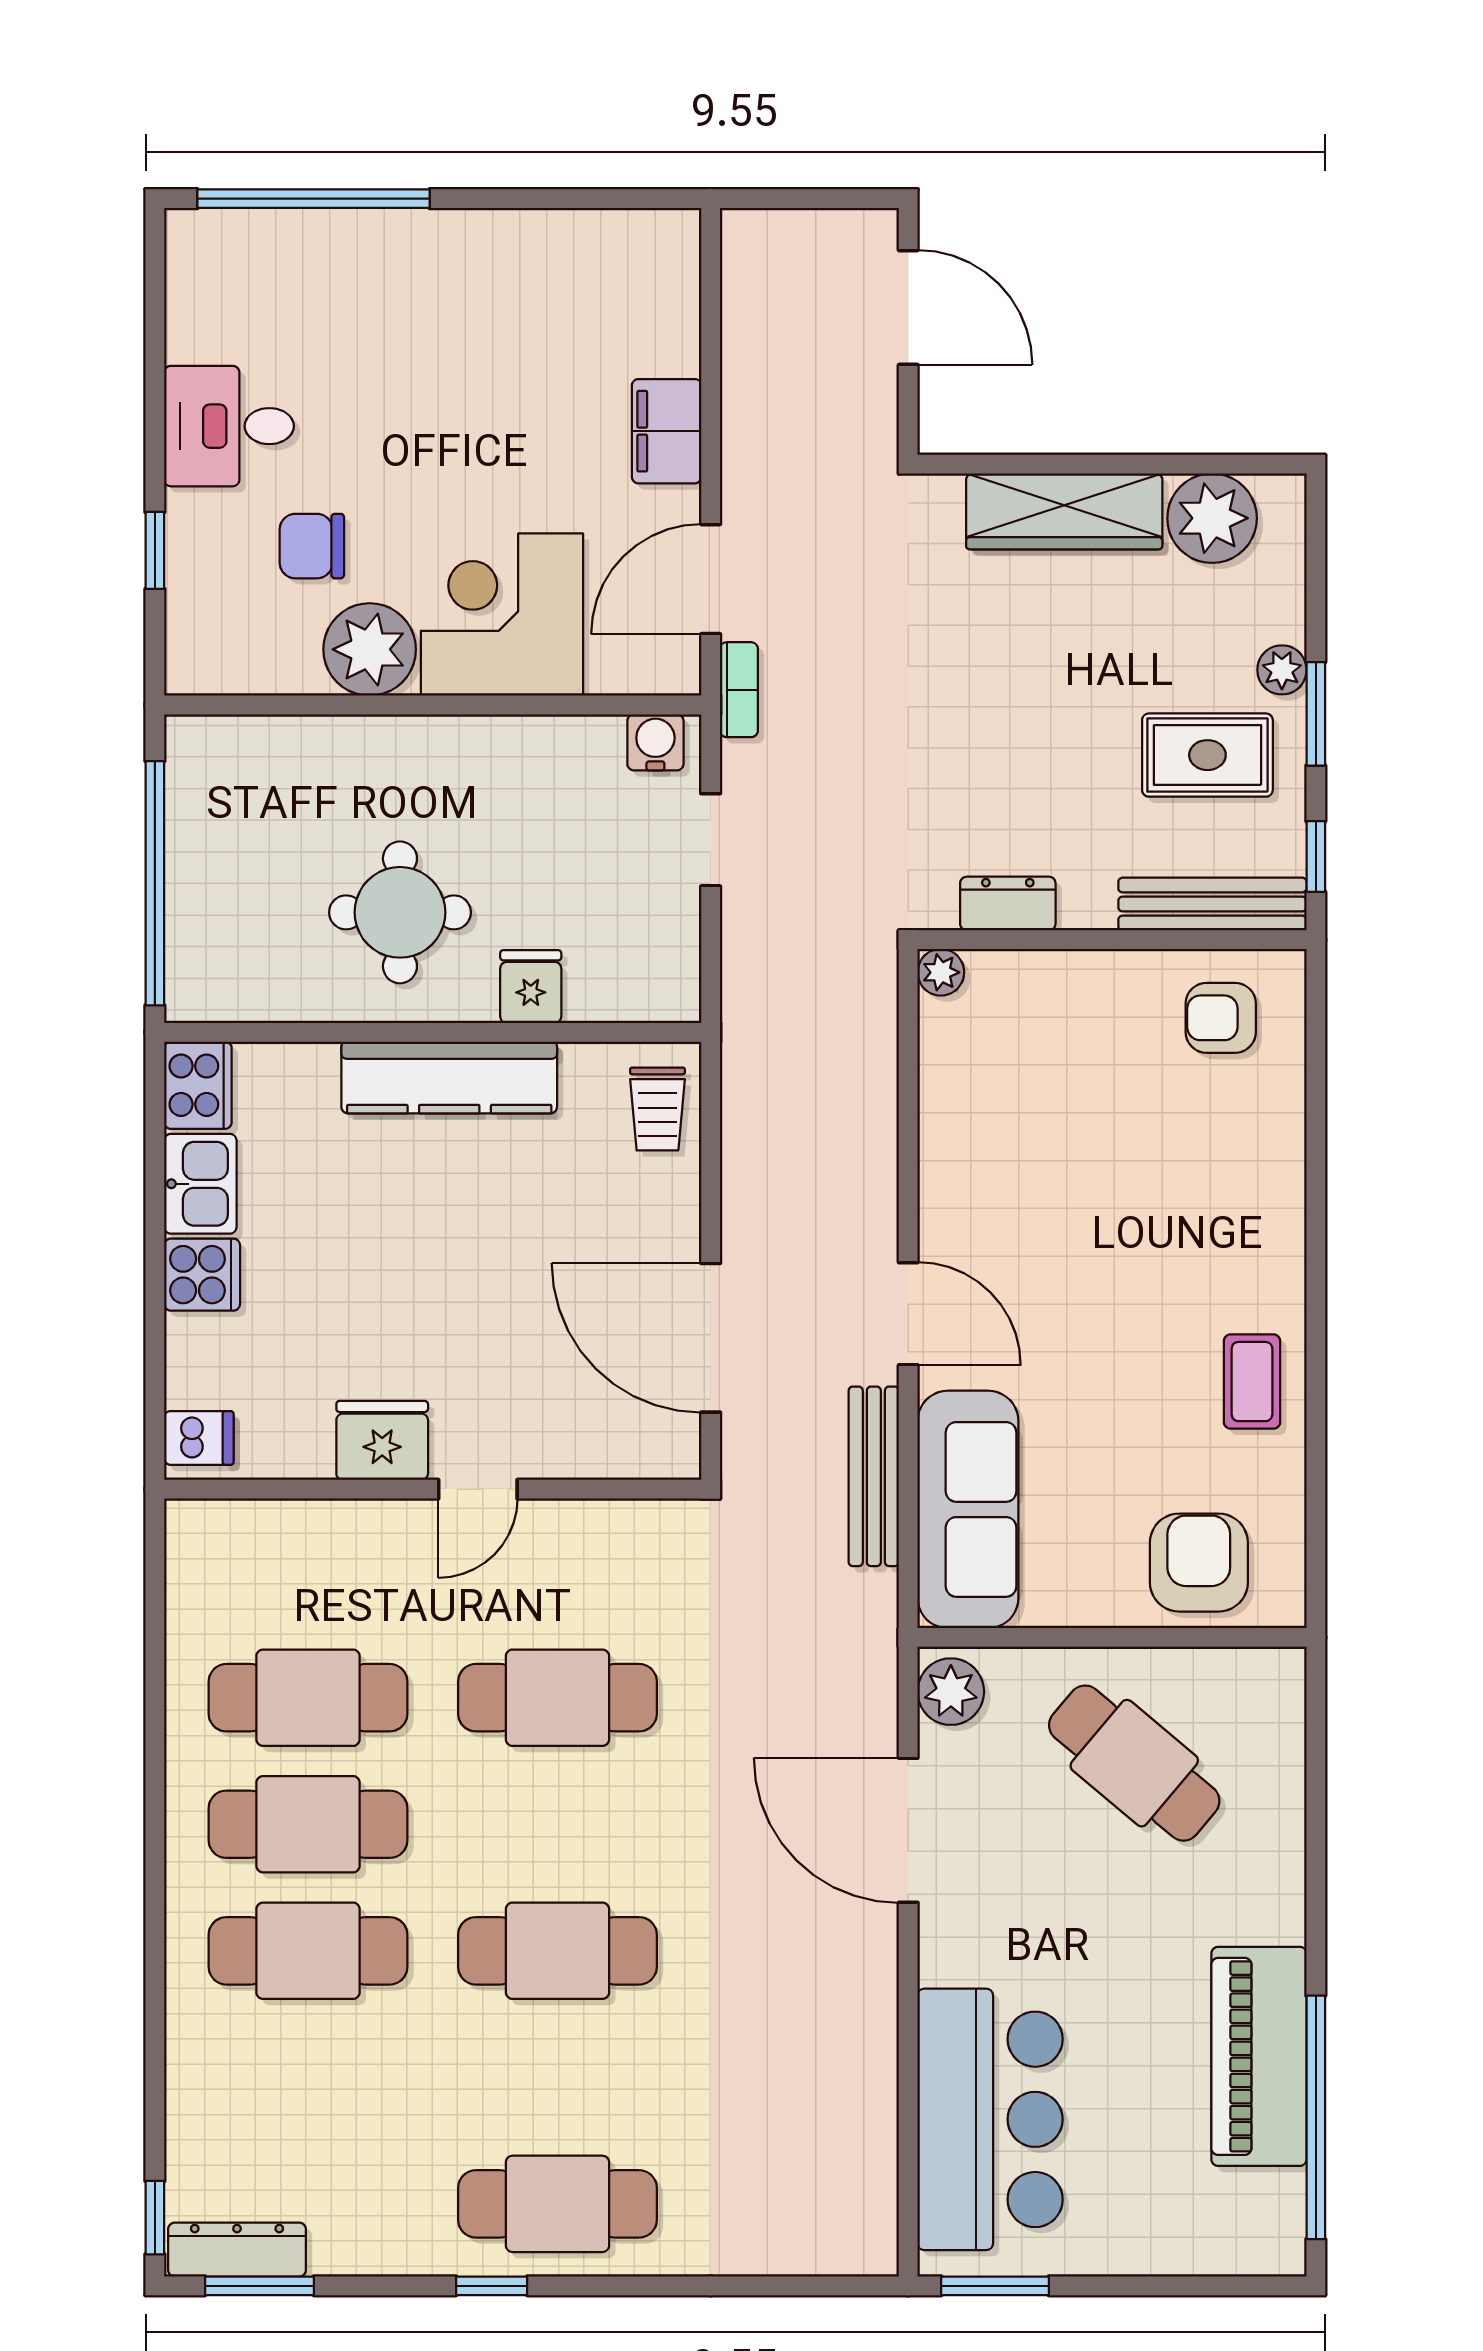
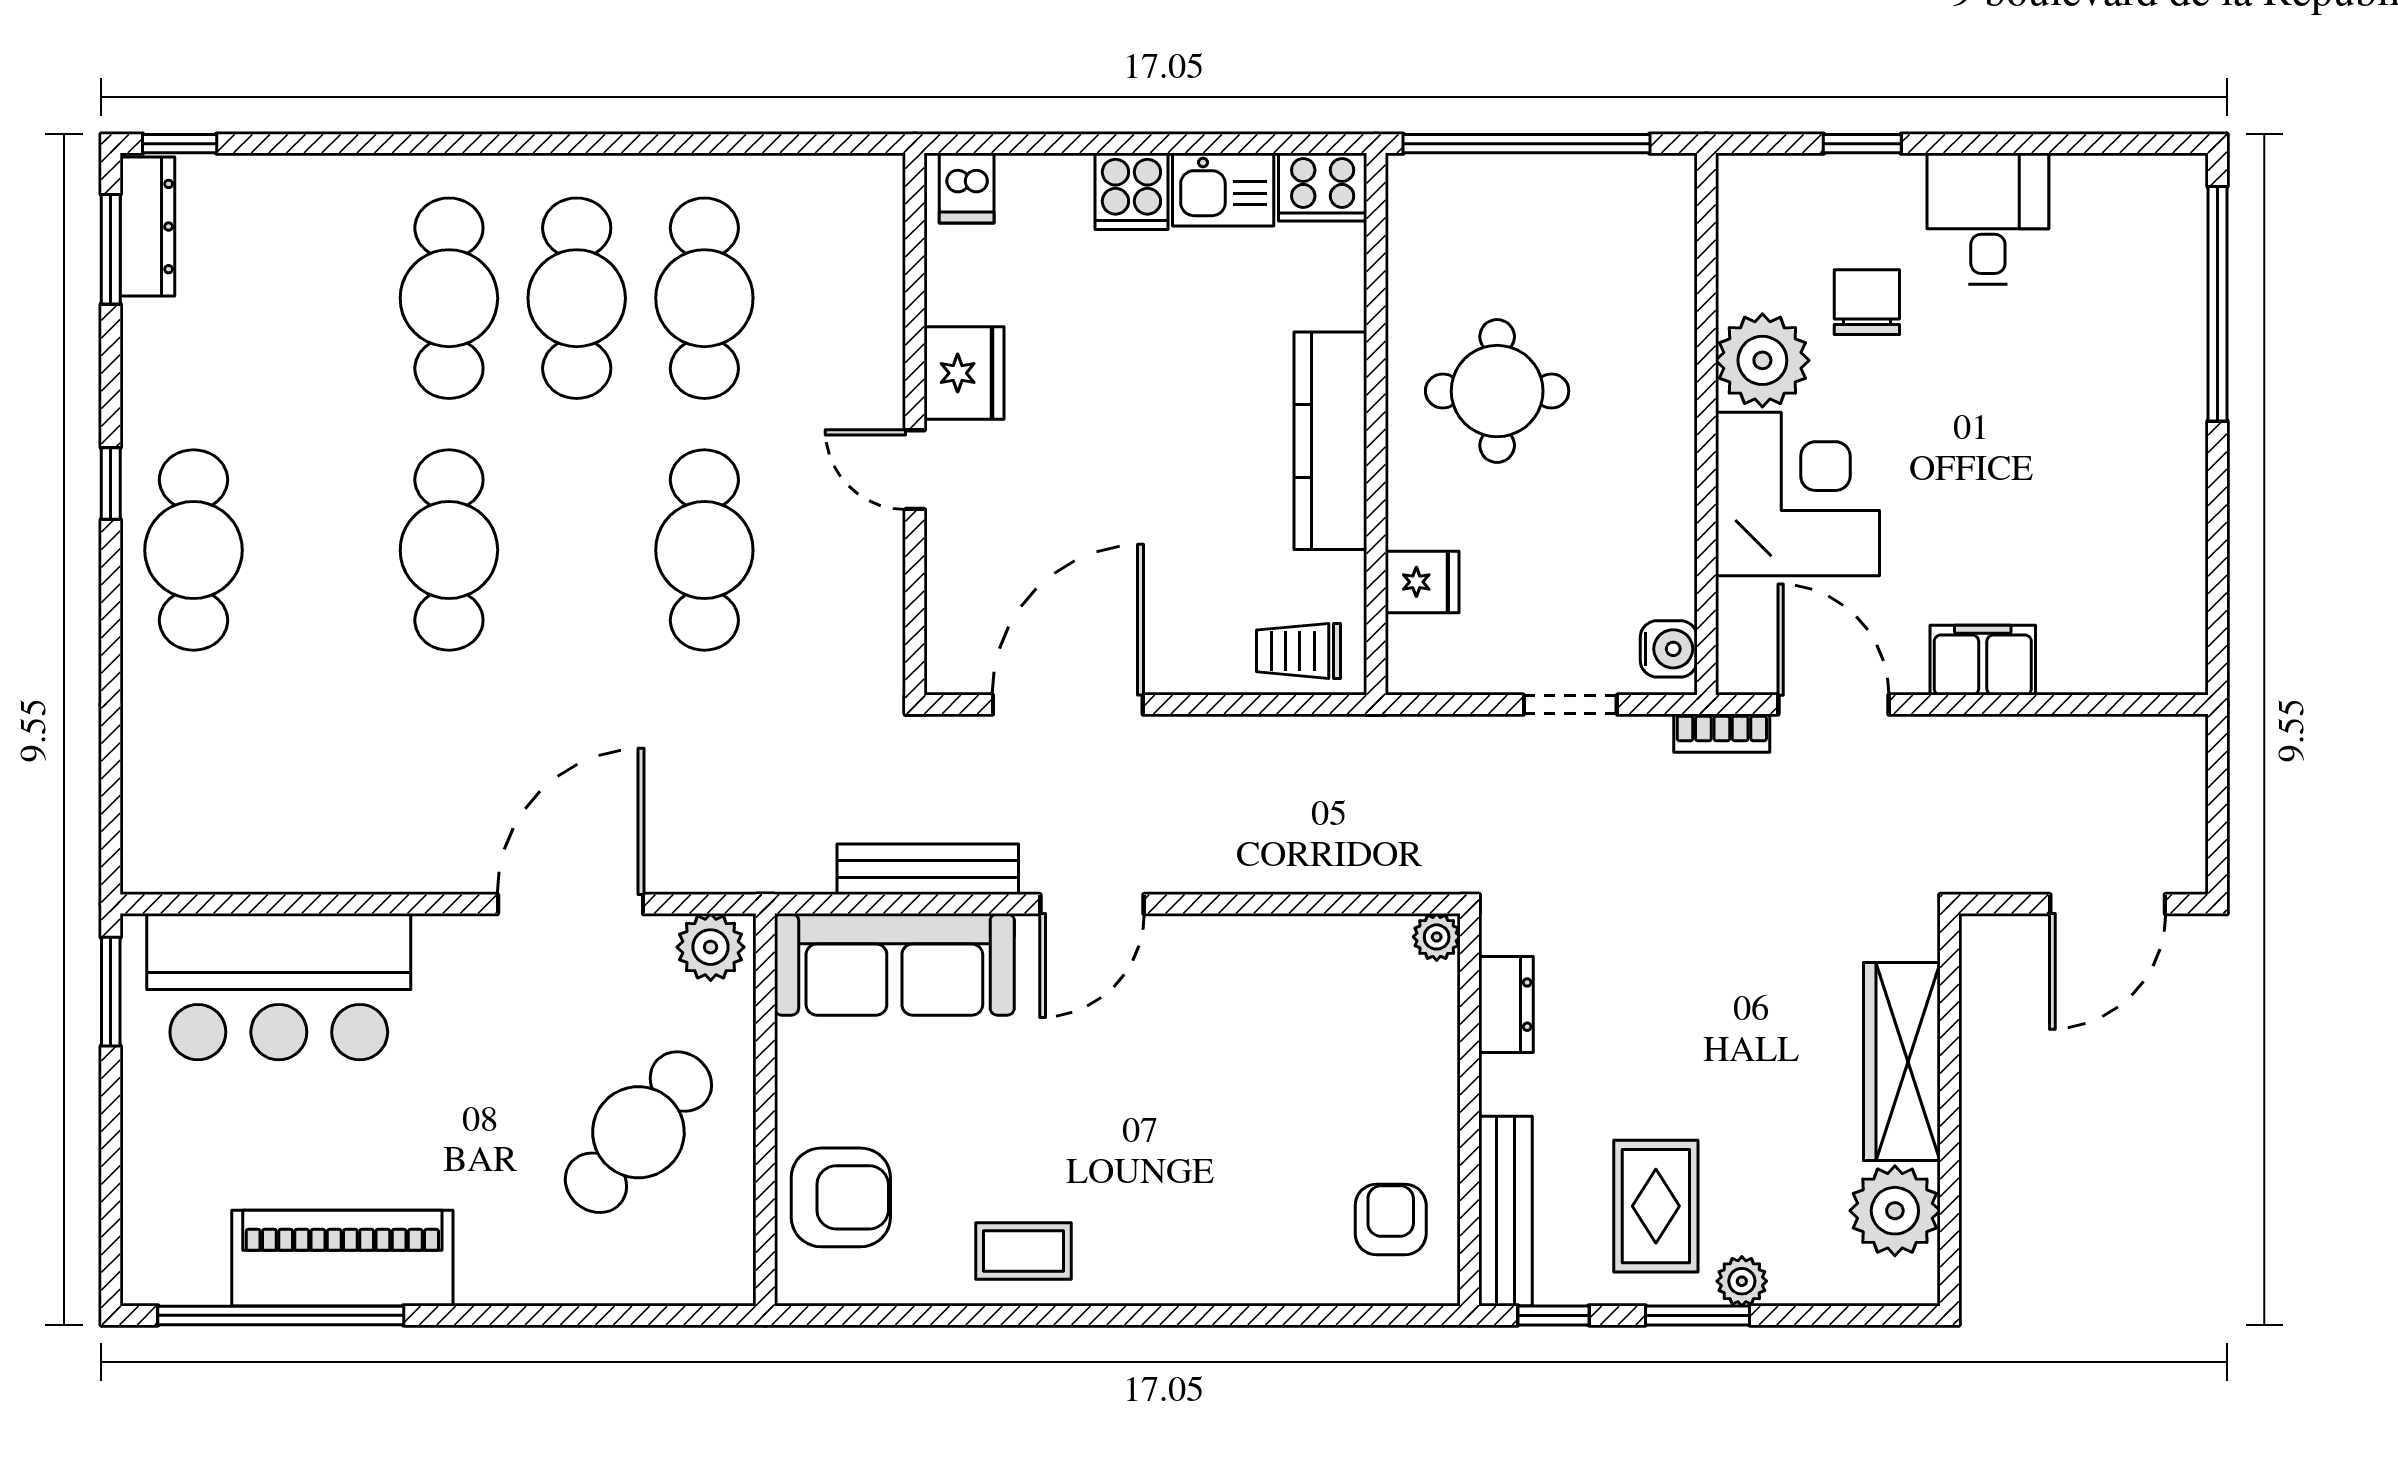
fridge: (531, 987) -> (1422, 582), moved

